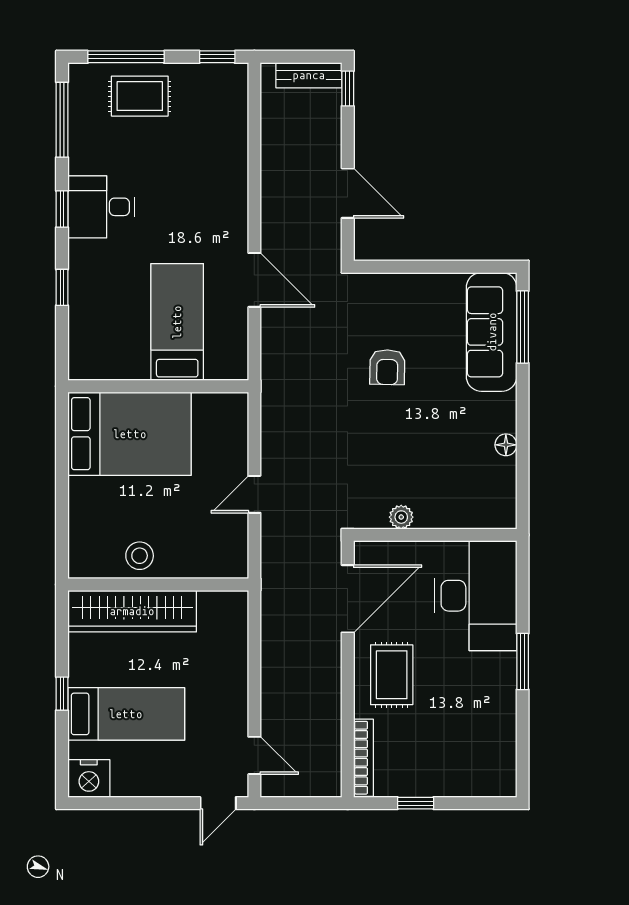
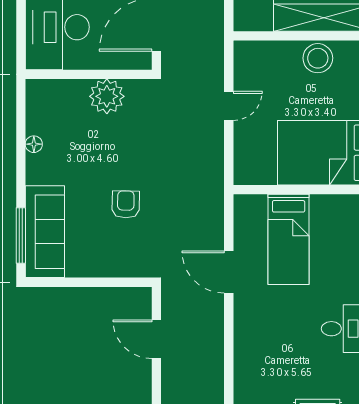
plant: (401, 517) -> (107, 96), width x1.87, depth x1.87
stool: (140, 556) -> (318, 58), width x1.38, depth x1.38

